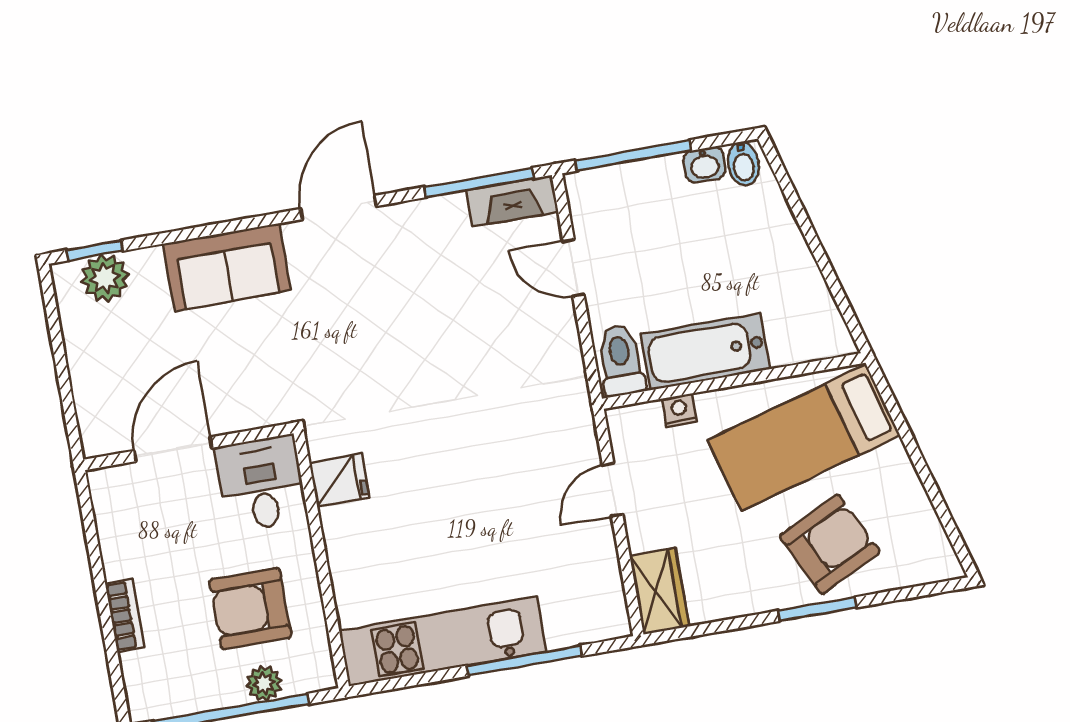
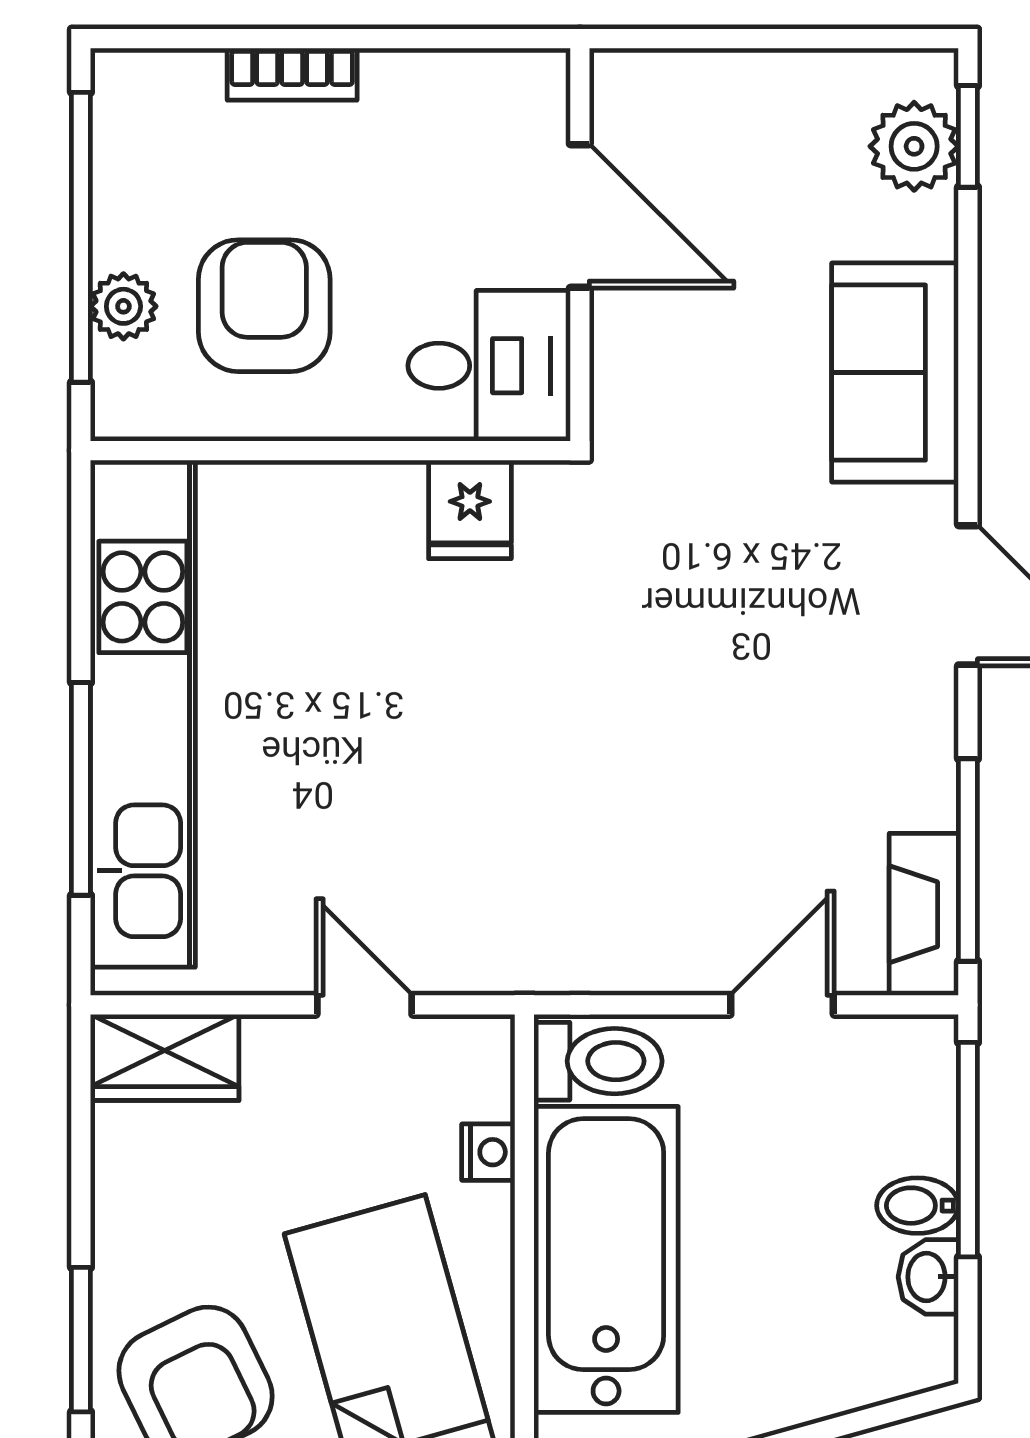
bidet: (743, 164) -> (918, 1206), moved
bathtub: (705, 352) -> (606, 1259), width x1.36, depth x1.36
kitchen unit: (443, 641) -> (143, 714), width x1.36

